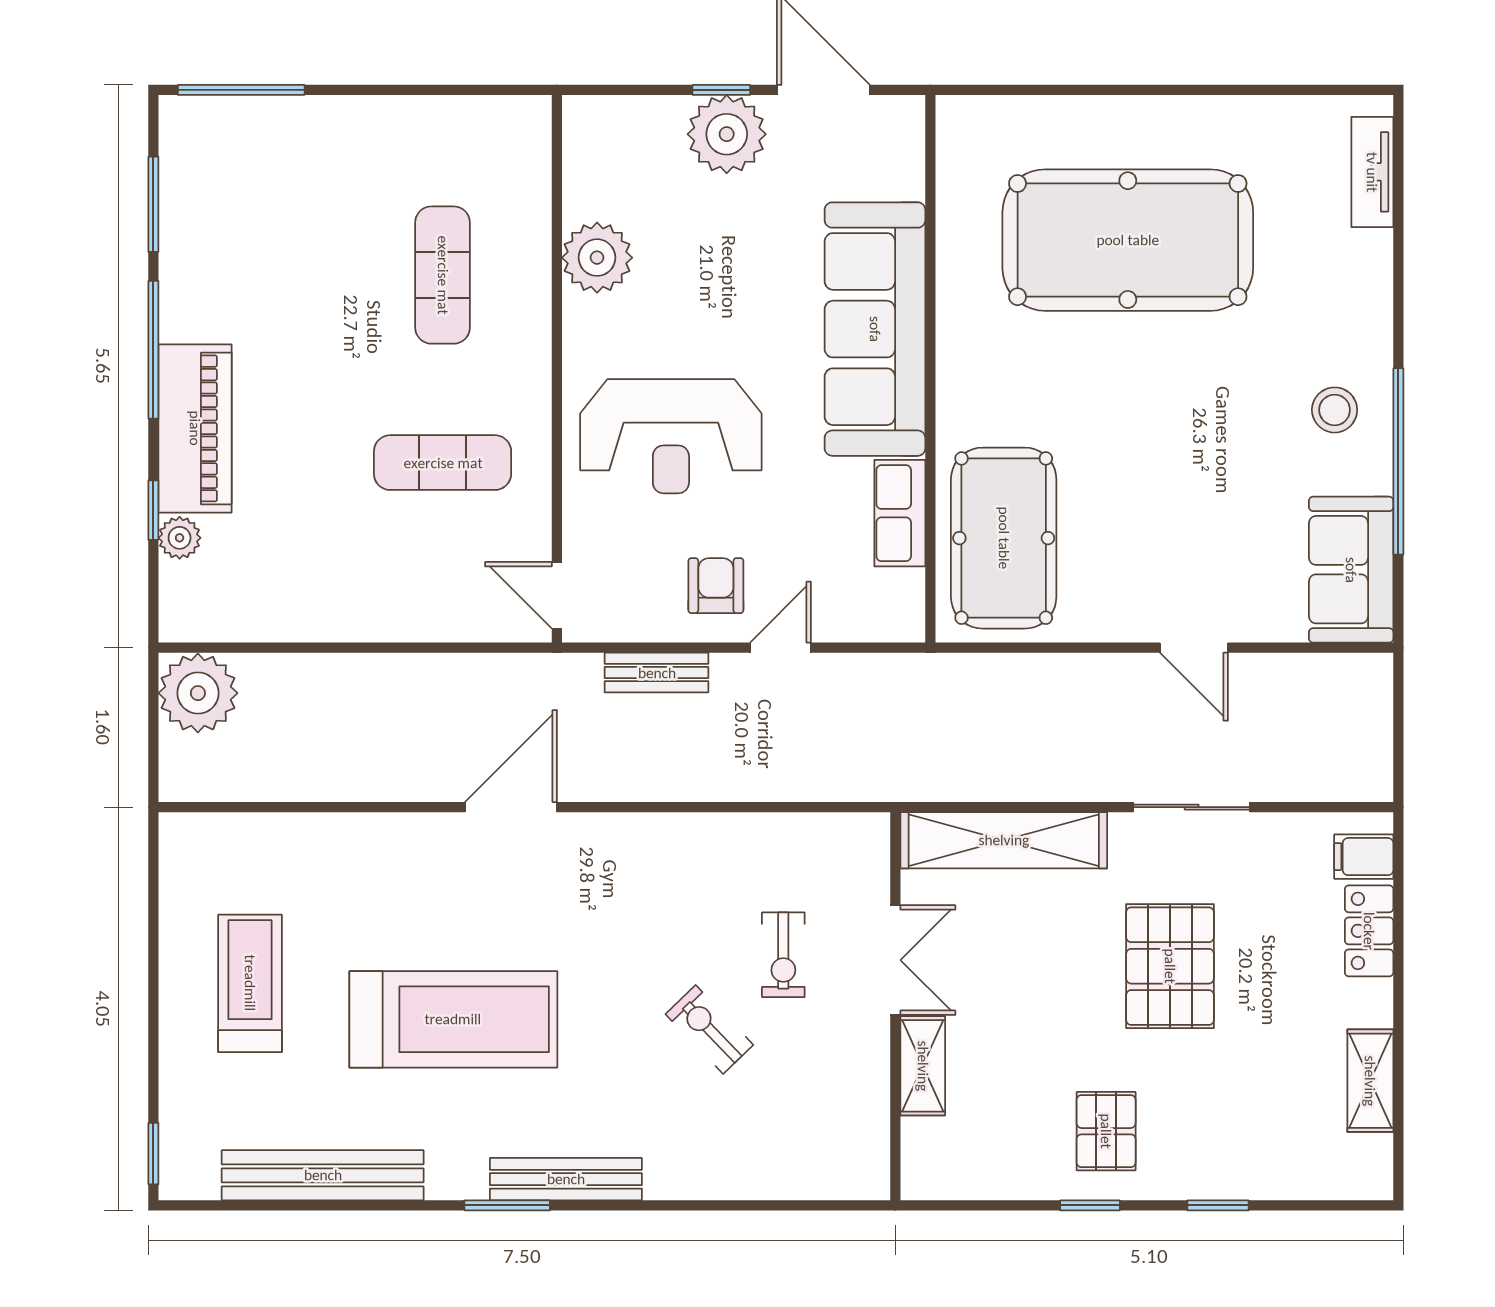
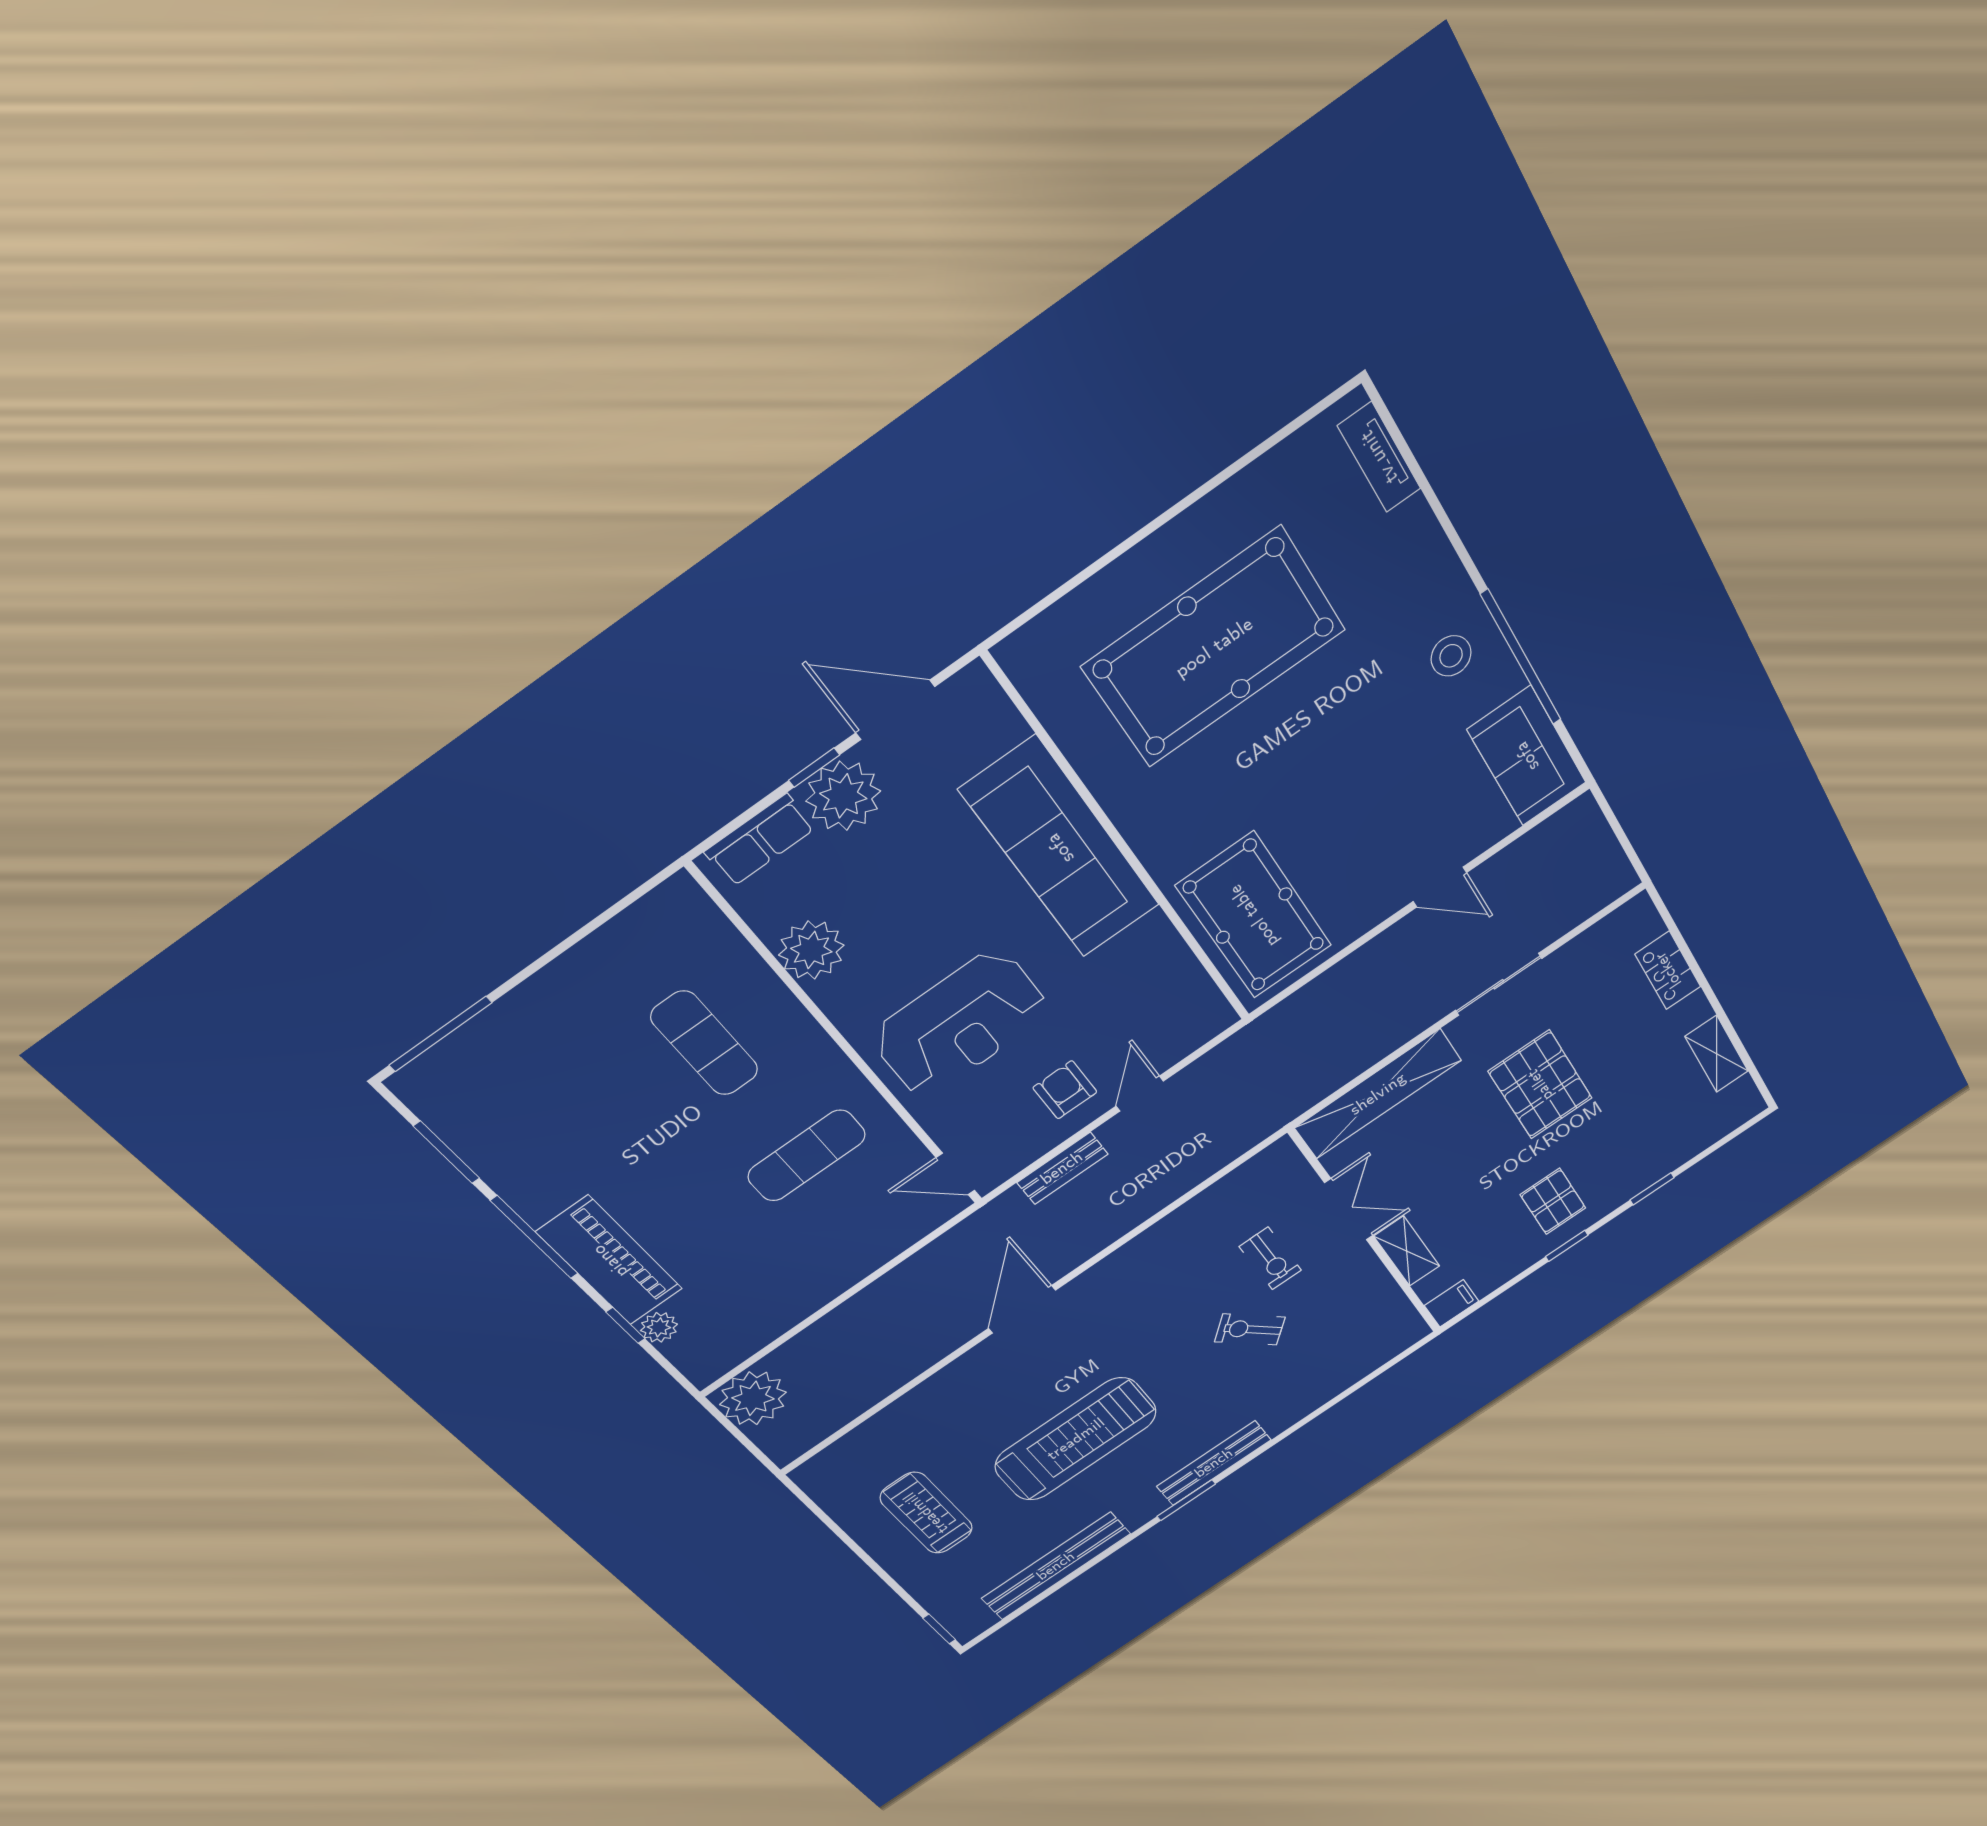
row of seats: (900, 513) -> (760, 840), moved, turned -90
filing cabinet: (1364, 857) -> (1452, 1303), moved, turned 180

